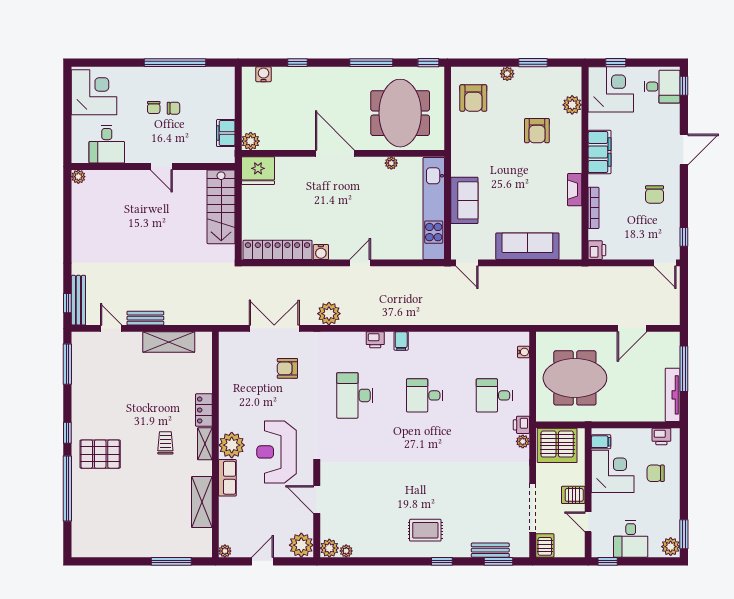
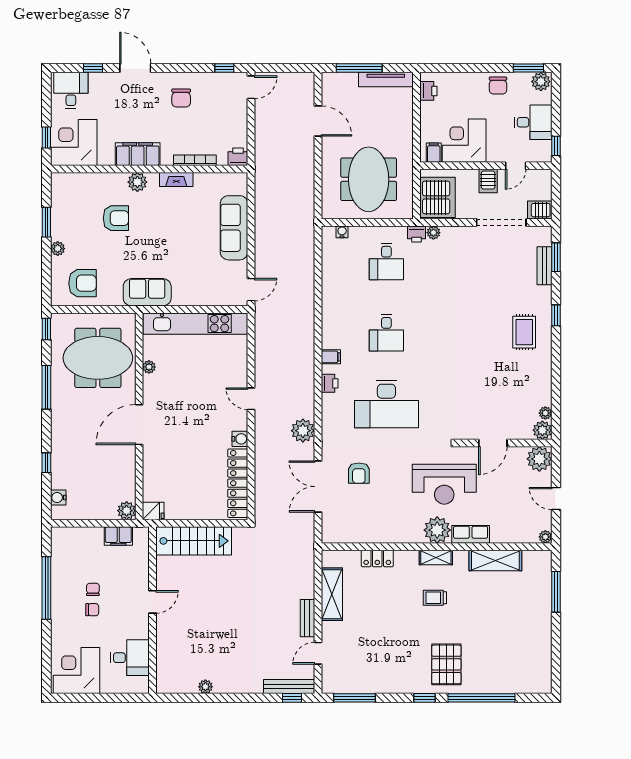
window: (684, 86) -> (93, 68), moved
plant: (572, 105) -> (137, 182), moved
fridge: (258, 171) -> (153, 511), width x0.53, depth x0.75
plant: (78, 177) -> (205, 687), moved
chair: (655, 195) -> (181, 98), turned 90
sofa: (464, 200) -> (147, 292), moved
desk: (355, 395) -> (386, 404), width x1.36, depth x1.30
locker: (204, 410) -> (377, 558), moved
chair: (656, 473) -> (498, 85), moved

